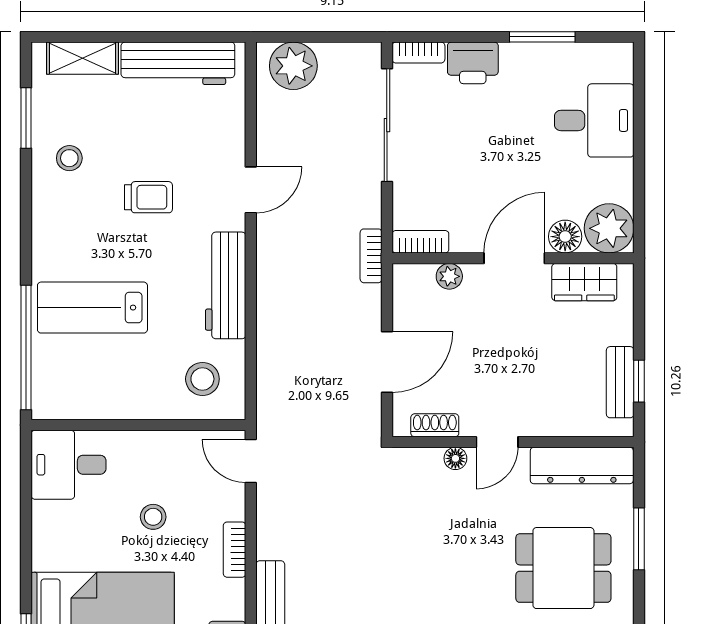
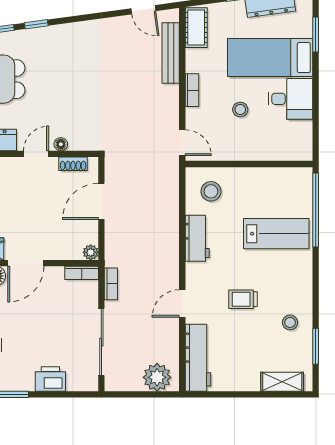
bookcase: (418, 53) -> (83, 385), removed
workbench: (178, 63) -> (198, 358), moved, turned 90
bookcase: (371, 256) -> (111, 284), moved
plant: (449, 276) -> (91, 252), moved
workbench: (226, 285) -> (197, 238), width x0.73
desk: (69, 465) -> (290, 99), moved

